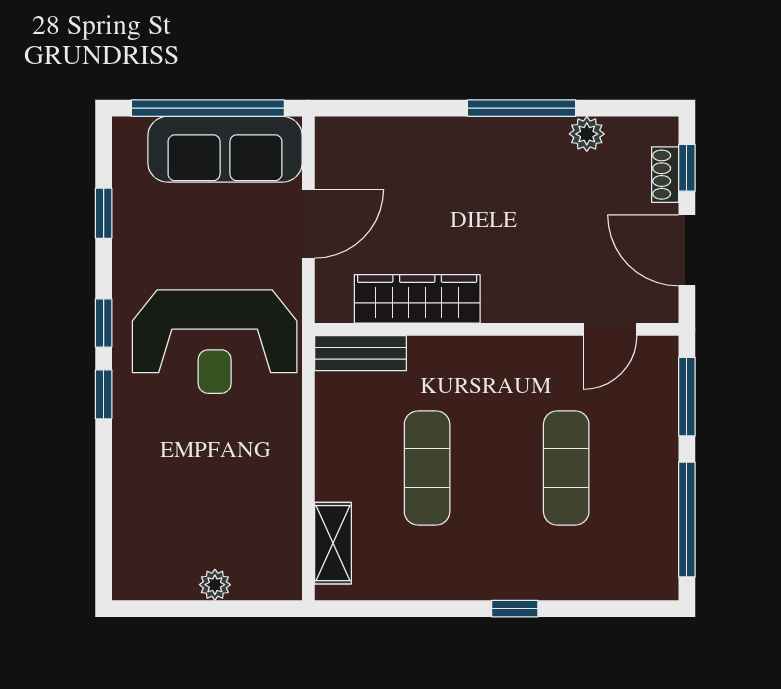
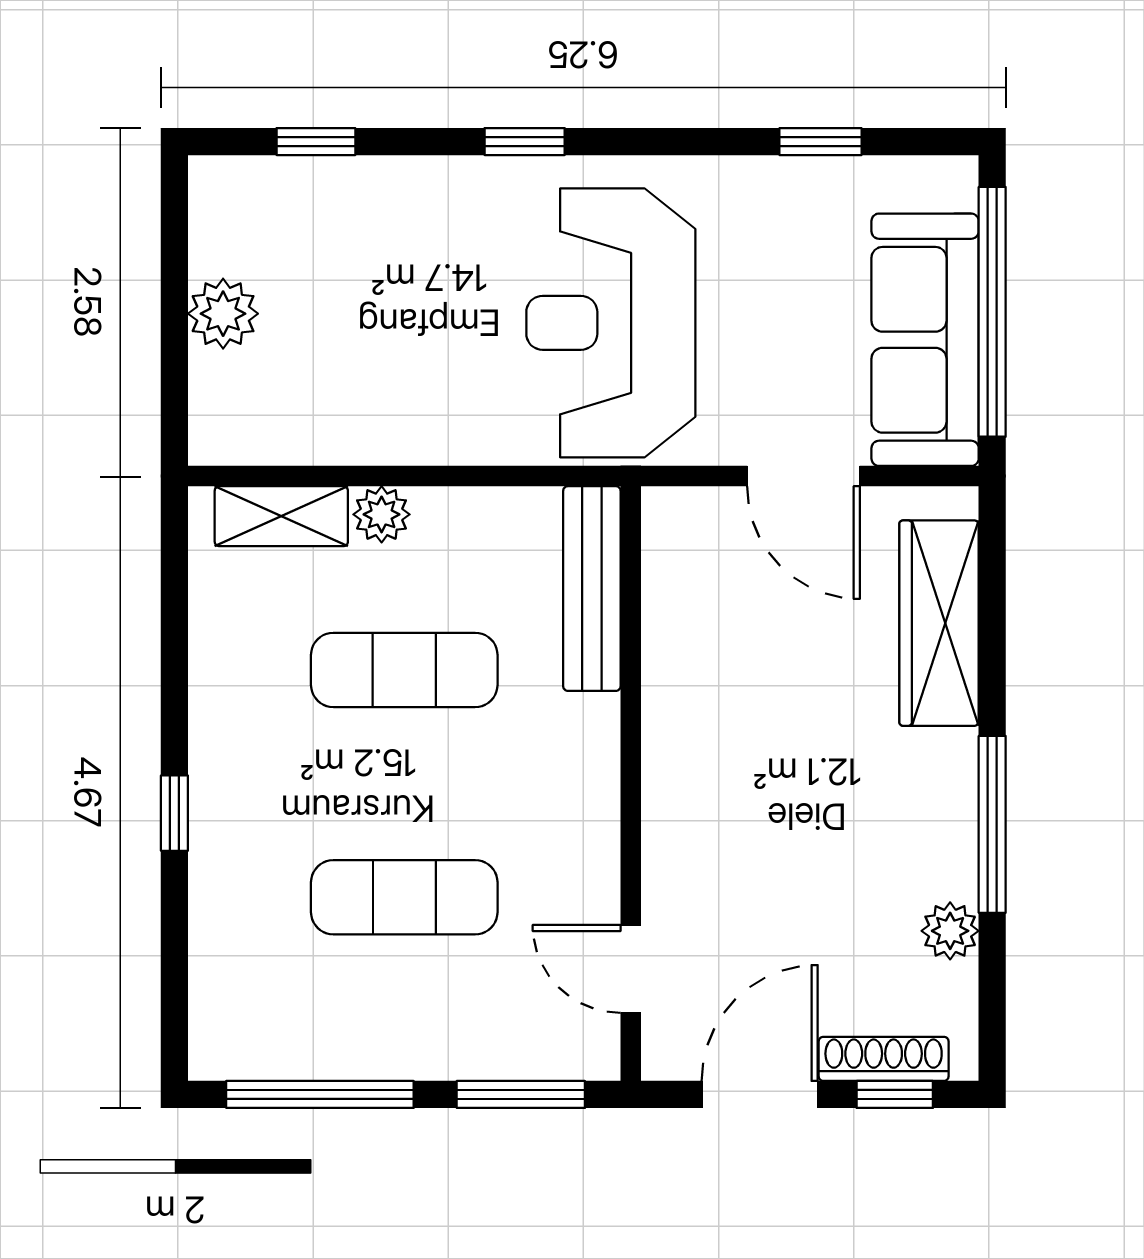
shoe rack: (665, 175) -> (884, 1059), width x1.43
wardrobe: (417, 299) -> (939, 623), moved, turned 180
window: (104, 323) -> (316, 142), moved
bench: (361, 353) -> (592, 589), width x1.36
plant: (332, 482) -> (382, 514), added
plant: (215, 585) -> (223, 314), width x1.38, depth x1.38

